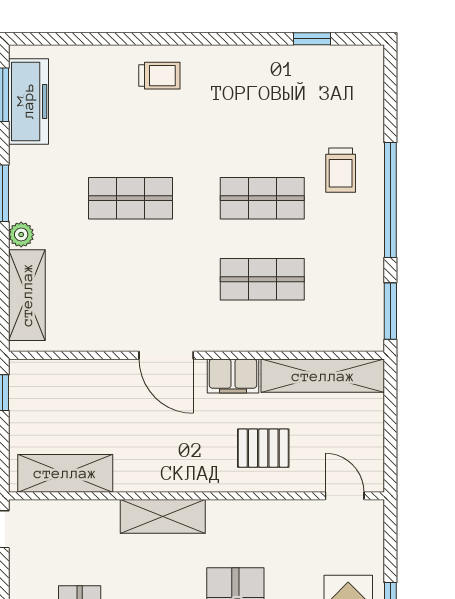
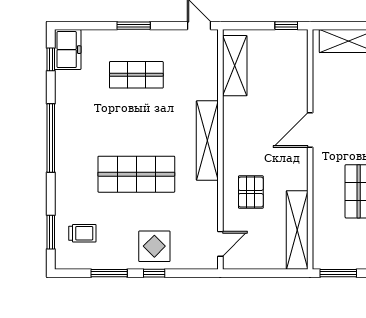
filing cabinet: (233, 376) -> (297, 173), removed
shelving: (163, 516) -> (207, 141), width x1.47

